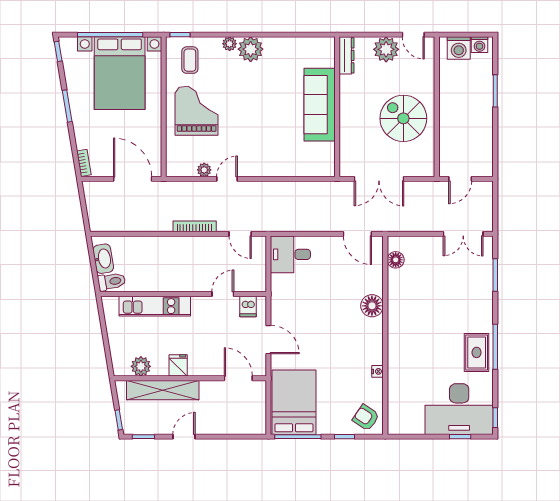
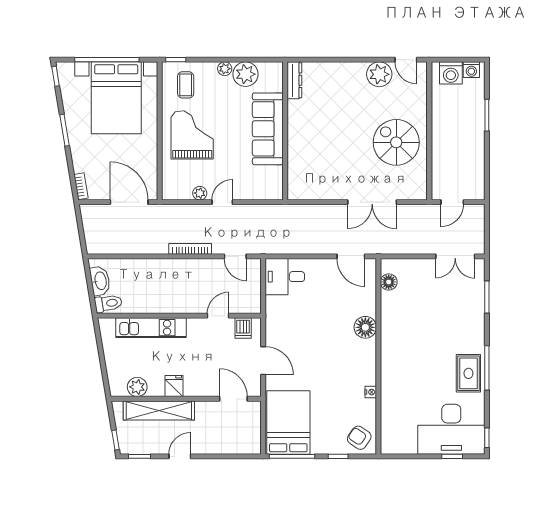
dresser: (347, 55) -> (294, 80), moved
sofa: (320, 105) -> (268, 129), moved
wall: (337, 107) -> (285, 131), moved

